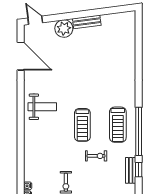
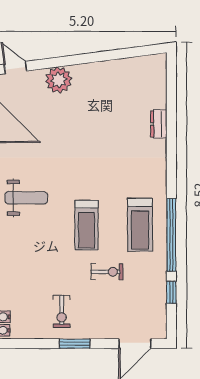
bench: (87, 22) -> (93, 70), removed
dresser: (130, 58) -> (159, 124), added
bench: (131, 170) -> (159, 294), removed

